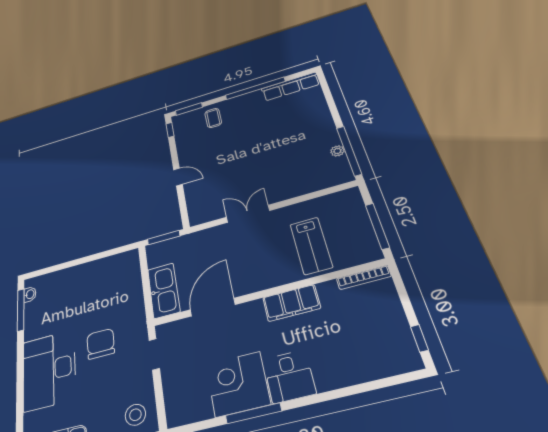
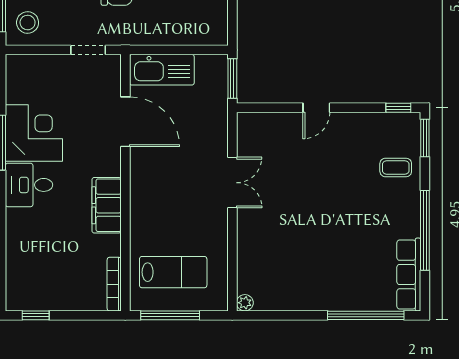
plant: (337, 151) -> (245, 303), moved
window: (349, 151) -> (366, 315), moved
lab bench: (311, 246) -> (173, 272), moved, turned 180

